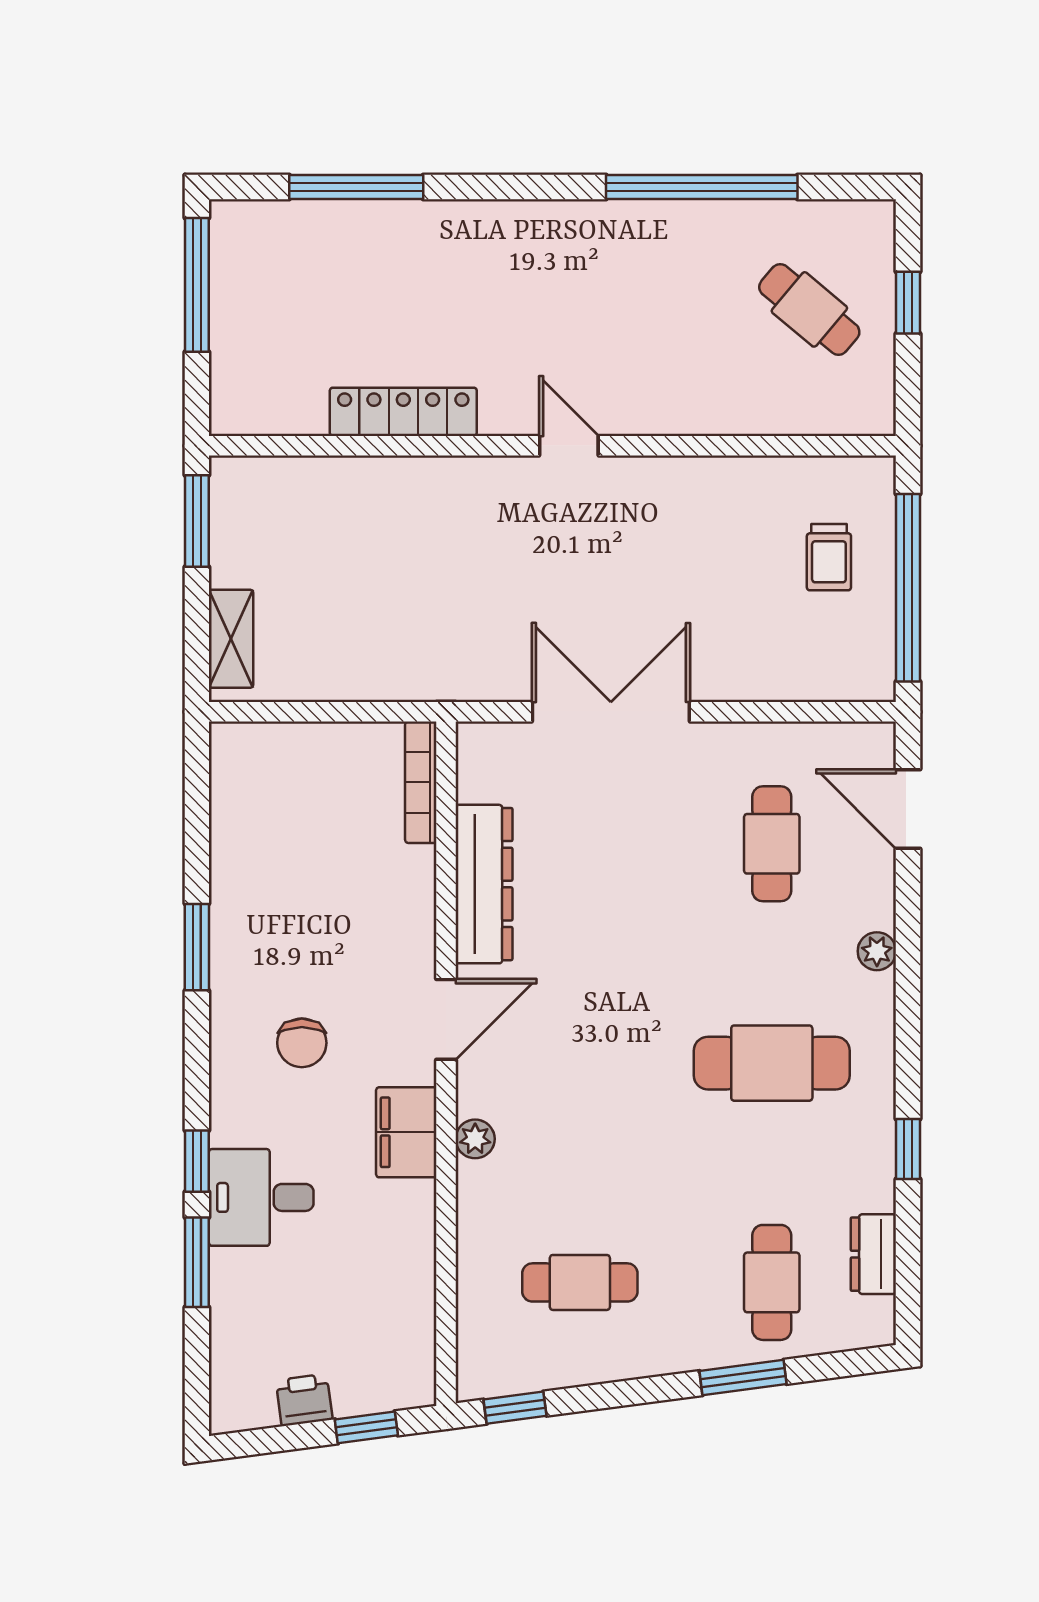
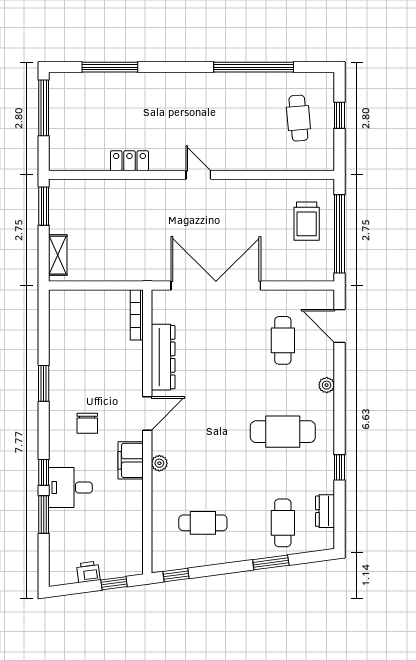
cafe table: (809, 309) -> (298, 118), turned 45
locker: (403, 412) -> (129, 161), width x0.66
trolley: (829, 557) -> (307, 221), width x1.36, depth x1.39
double door: (611, 712) -> (216, 285), width x1.36

